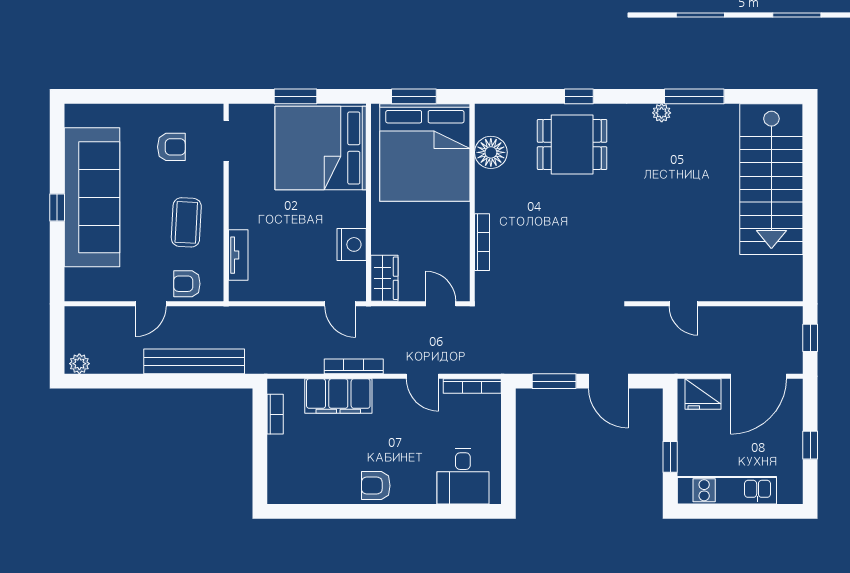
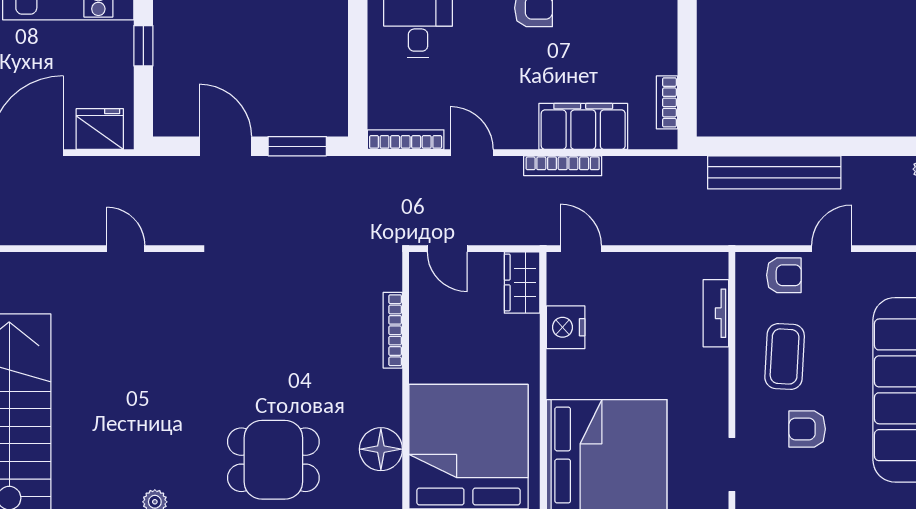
armchair: (171, 147) -> (807, 429), moved

